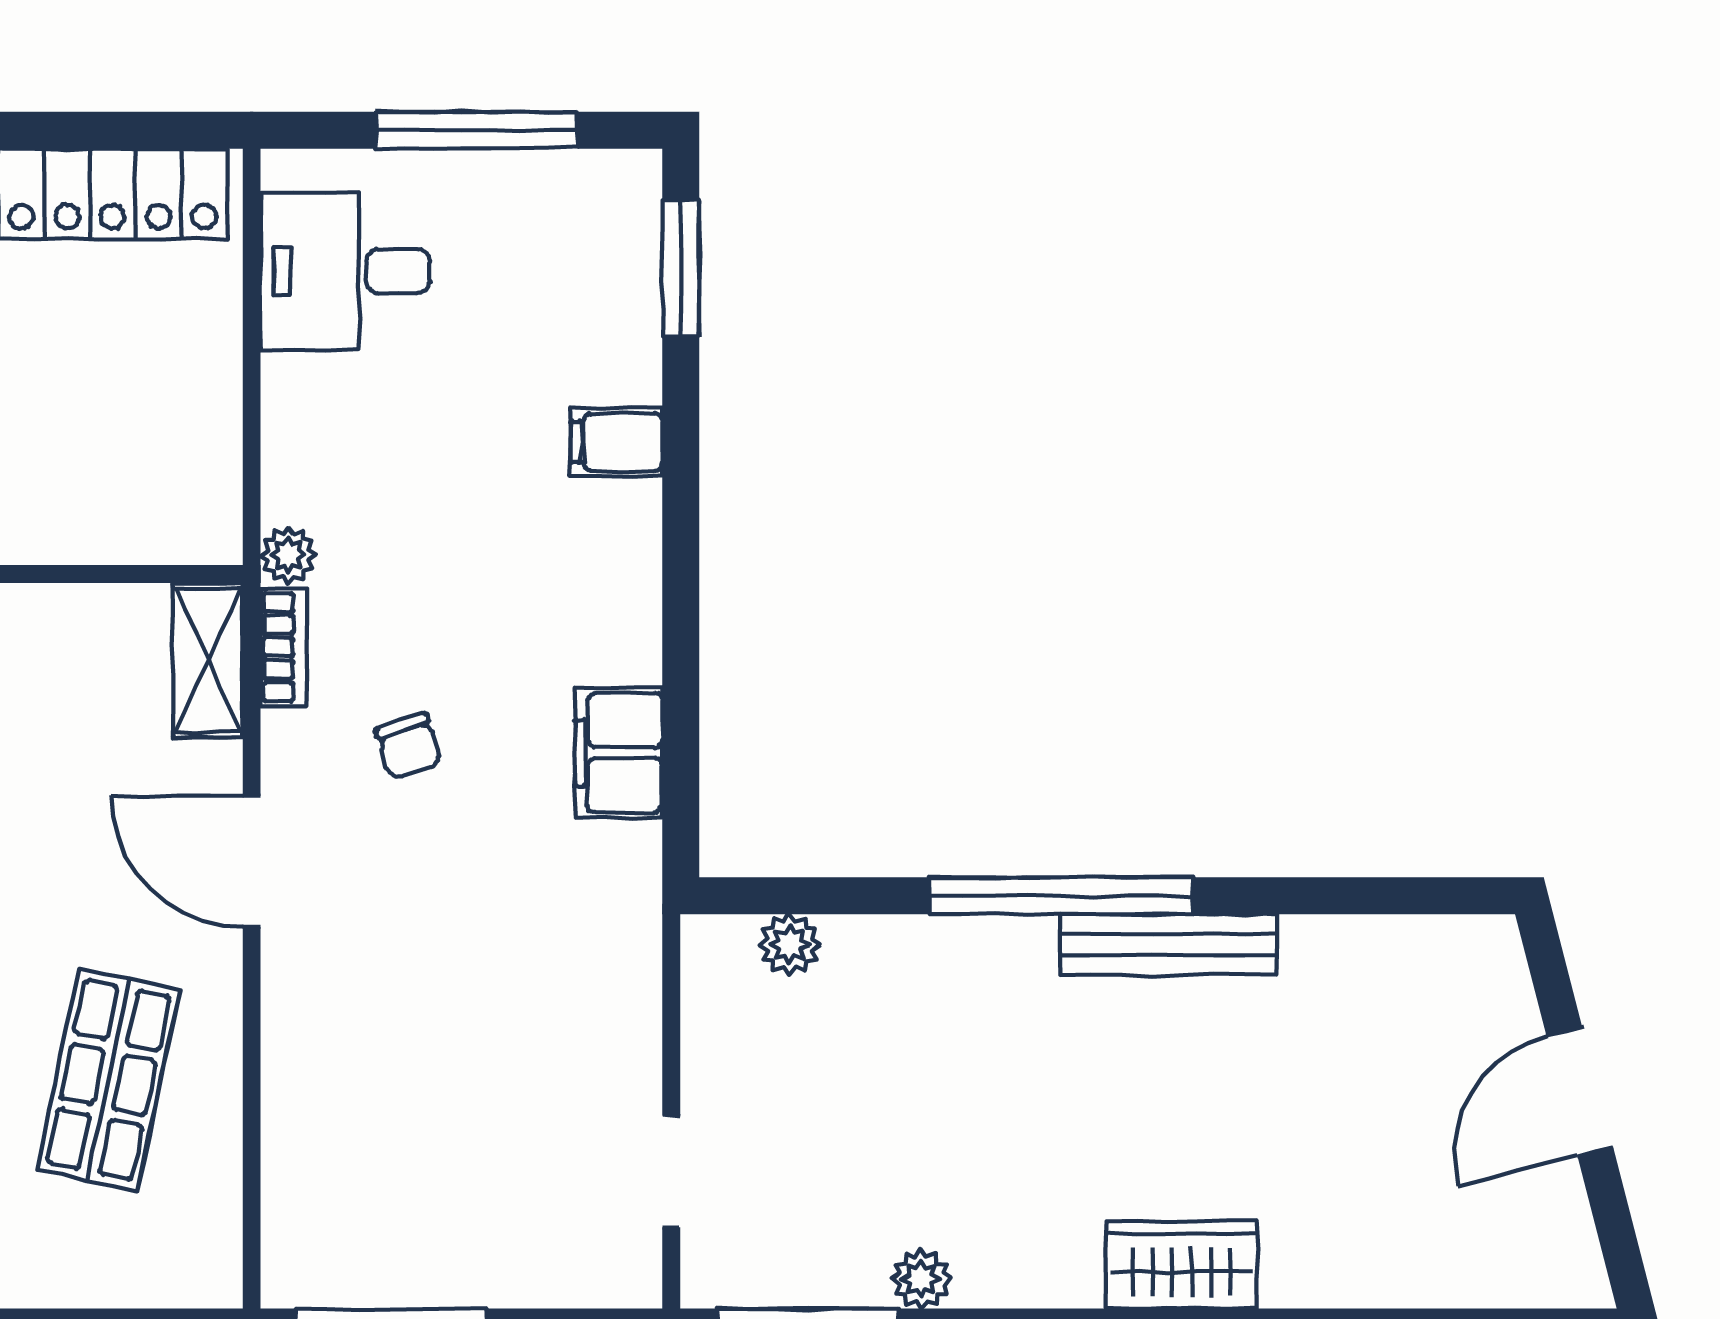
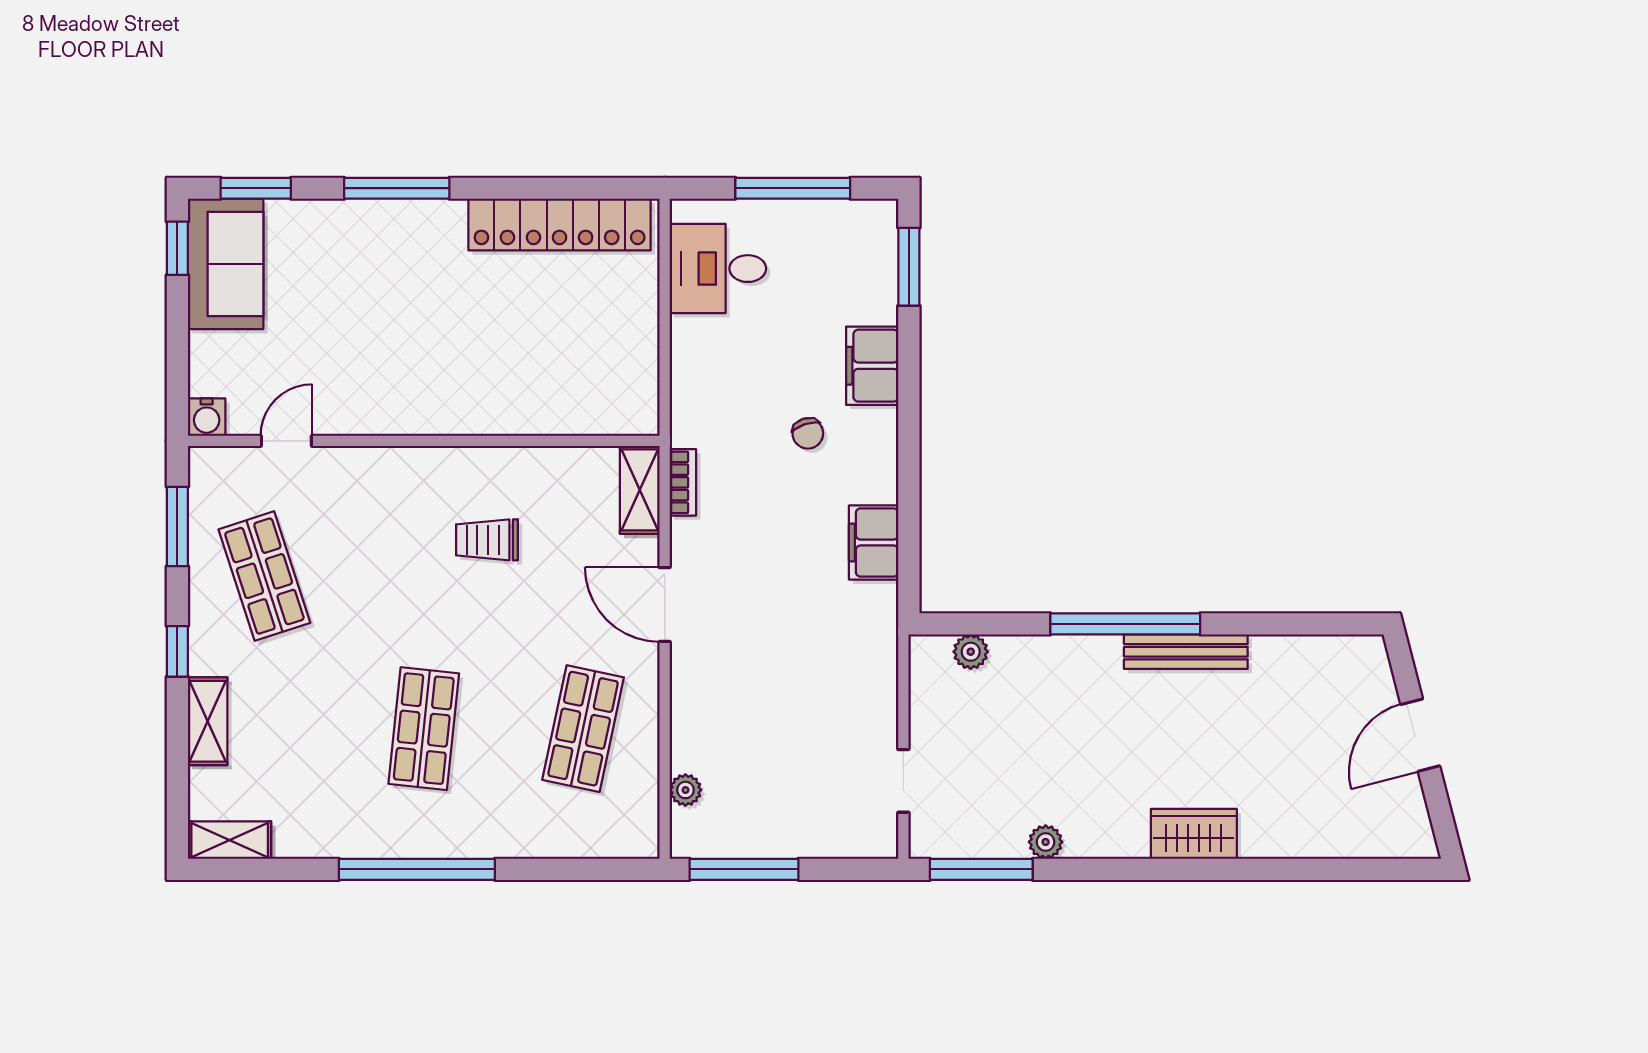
filing cabinet: (616, 442) -> (872, 366), width x2.00
plant: (288, 555) -> (685, 790), moved
chair: (409, 746) -> (808, 433), moved

